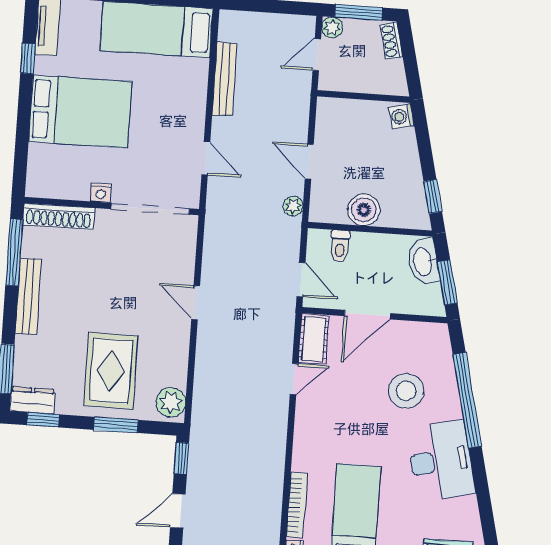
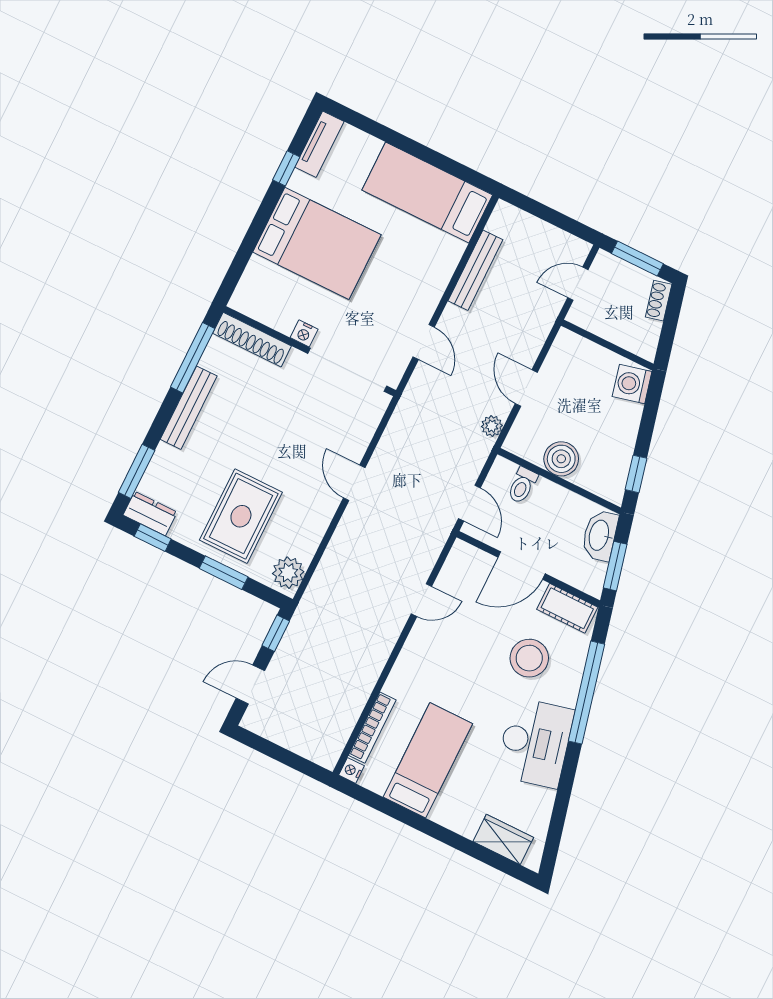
plant: (332, 27) -> (605, 263), removed
washing machine: (402, 116) -> (632, 384), width x1.38, depth x1.38
cot: (314, 339) -> (567, 608), moved, turned 90

